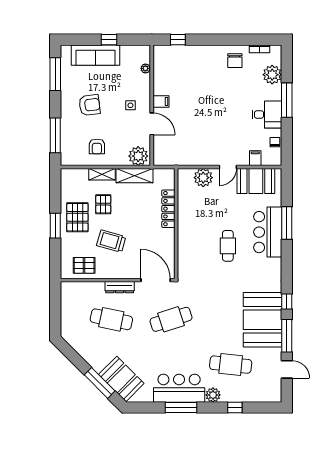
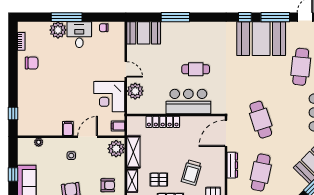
plant: (272, 75) -> (58, 30), moved
corner desk: (197, 148) -> (109, 97), added
filing cabinet: (255, 158) -> (118, 126), moved
booth: (256, 181) -> (144, 33), moved, turned 90
bar counter: (268, 232) -> (188, 102), moved, turned 180

